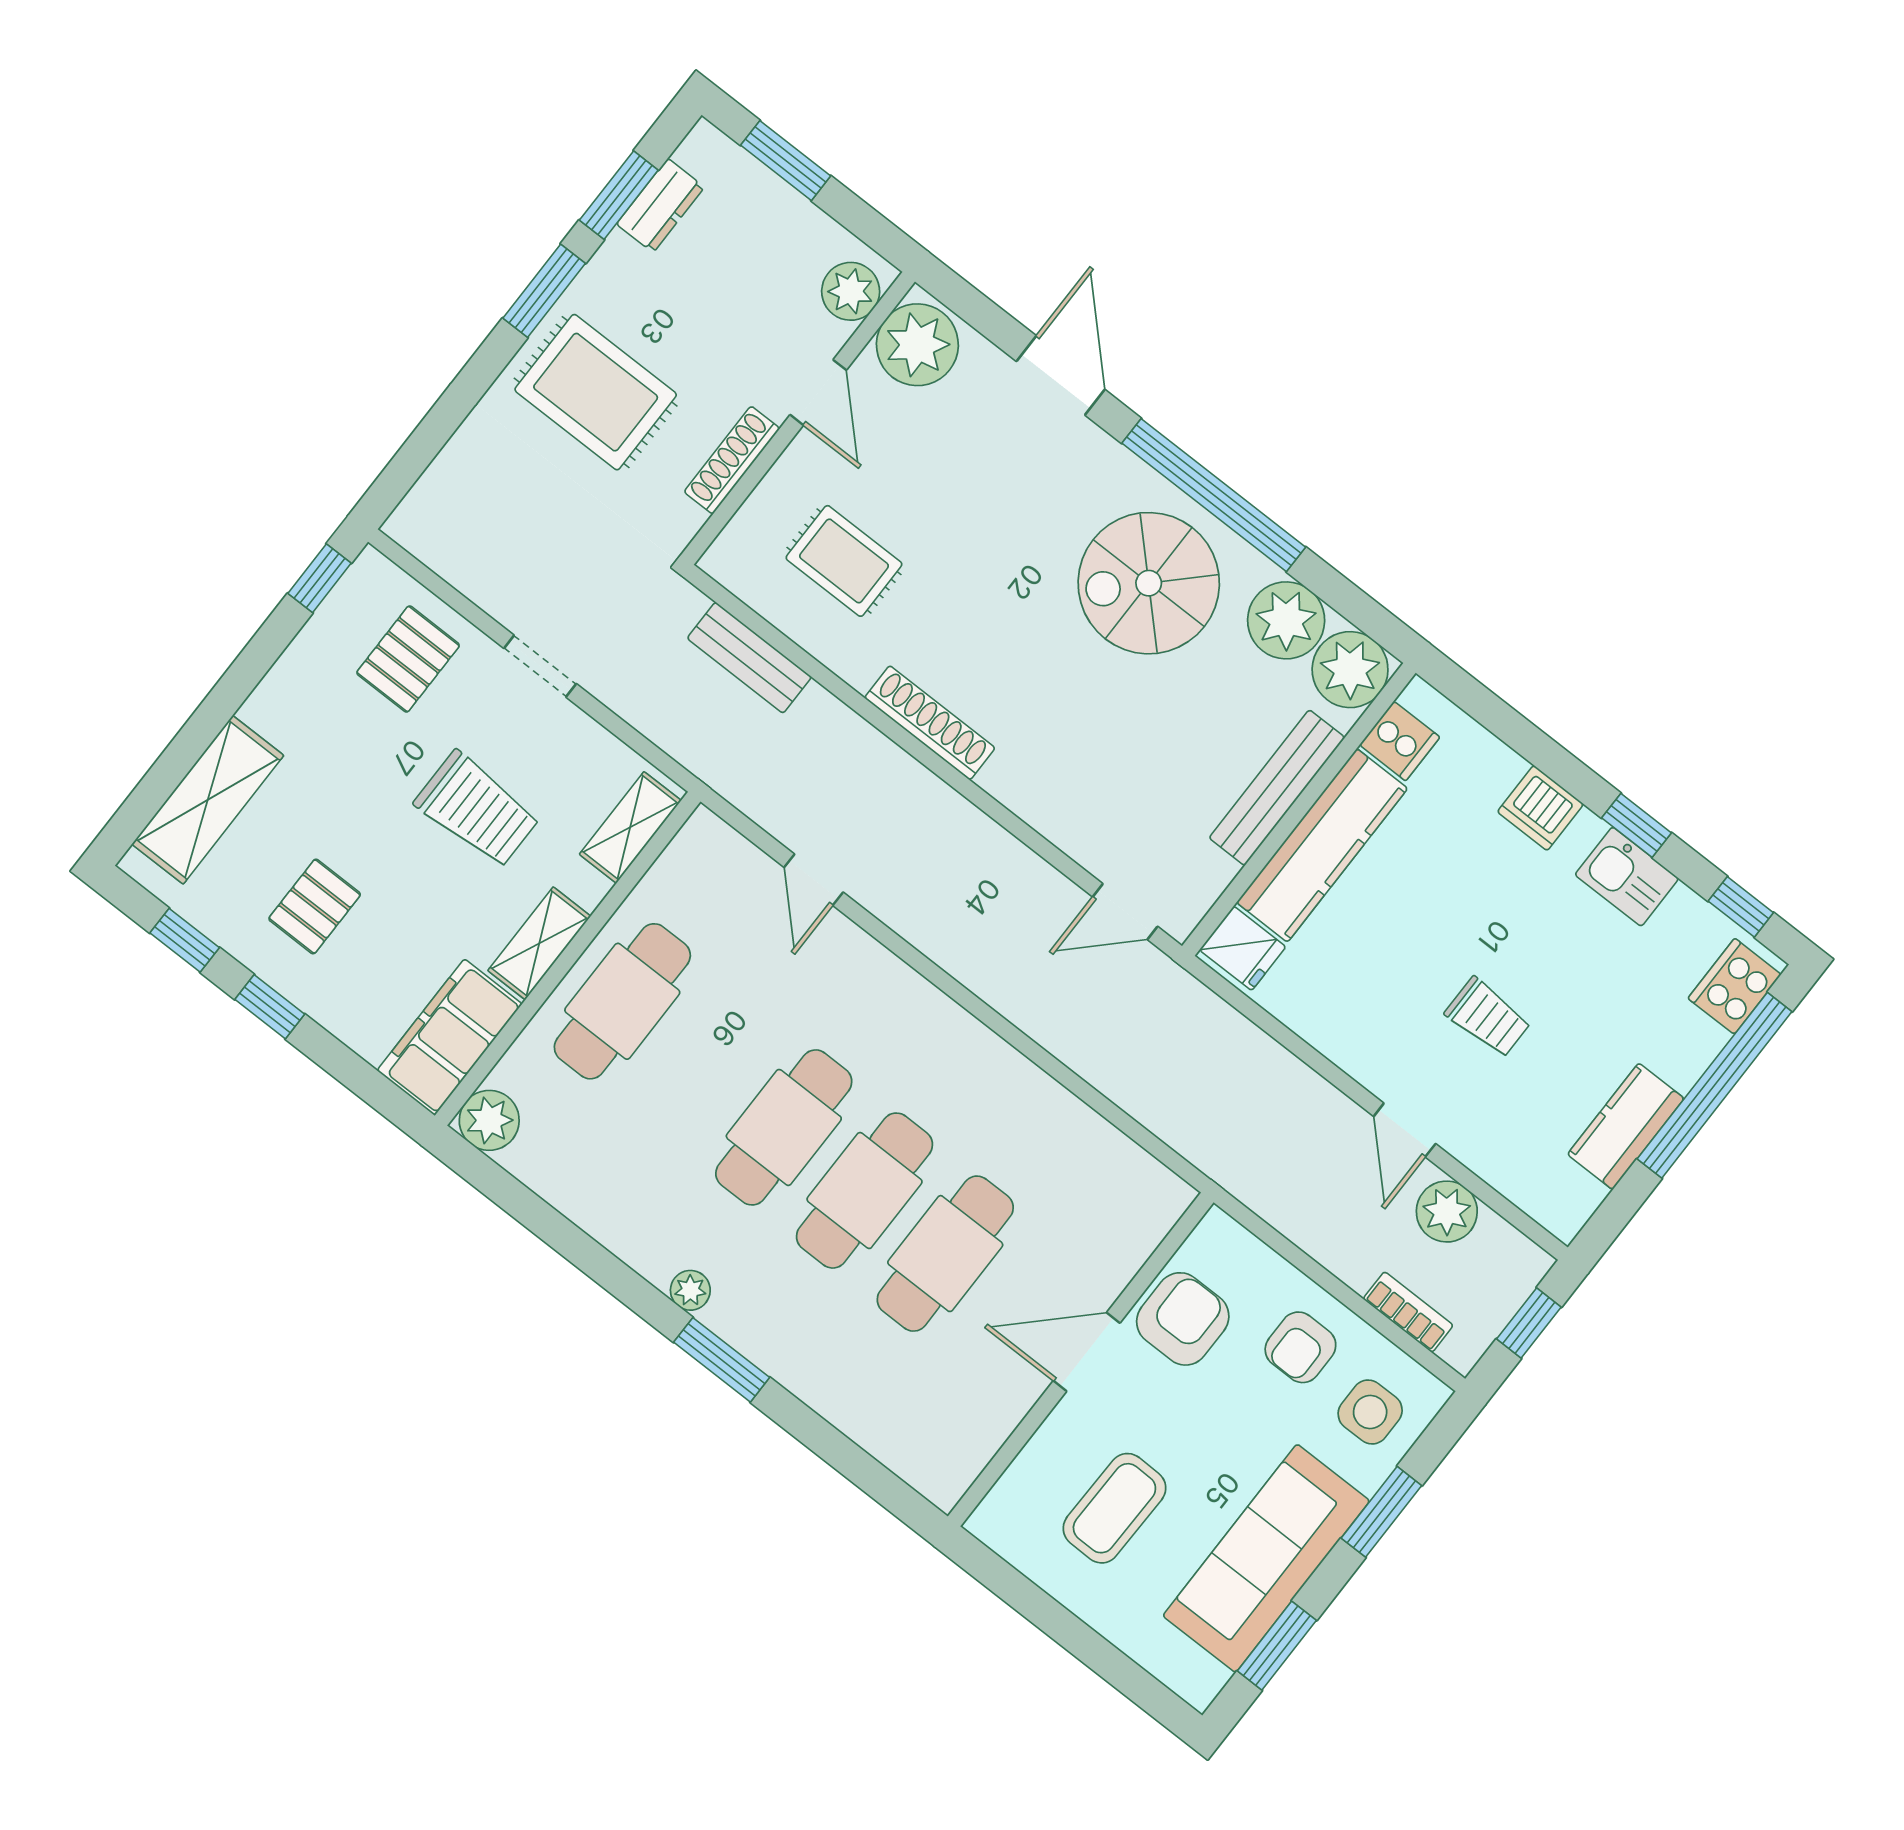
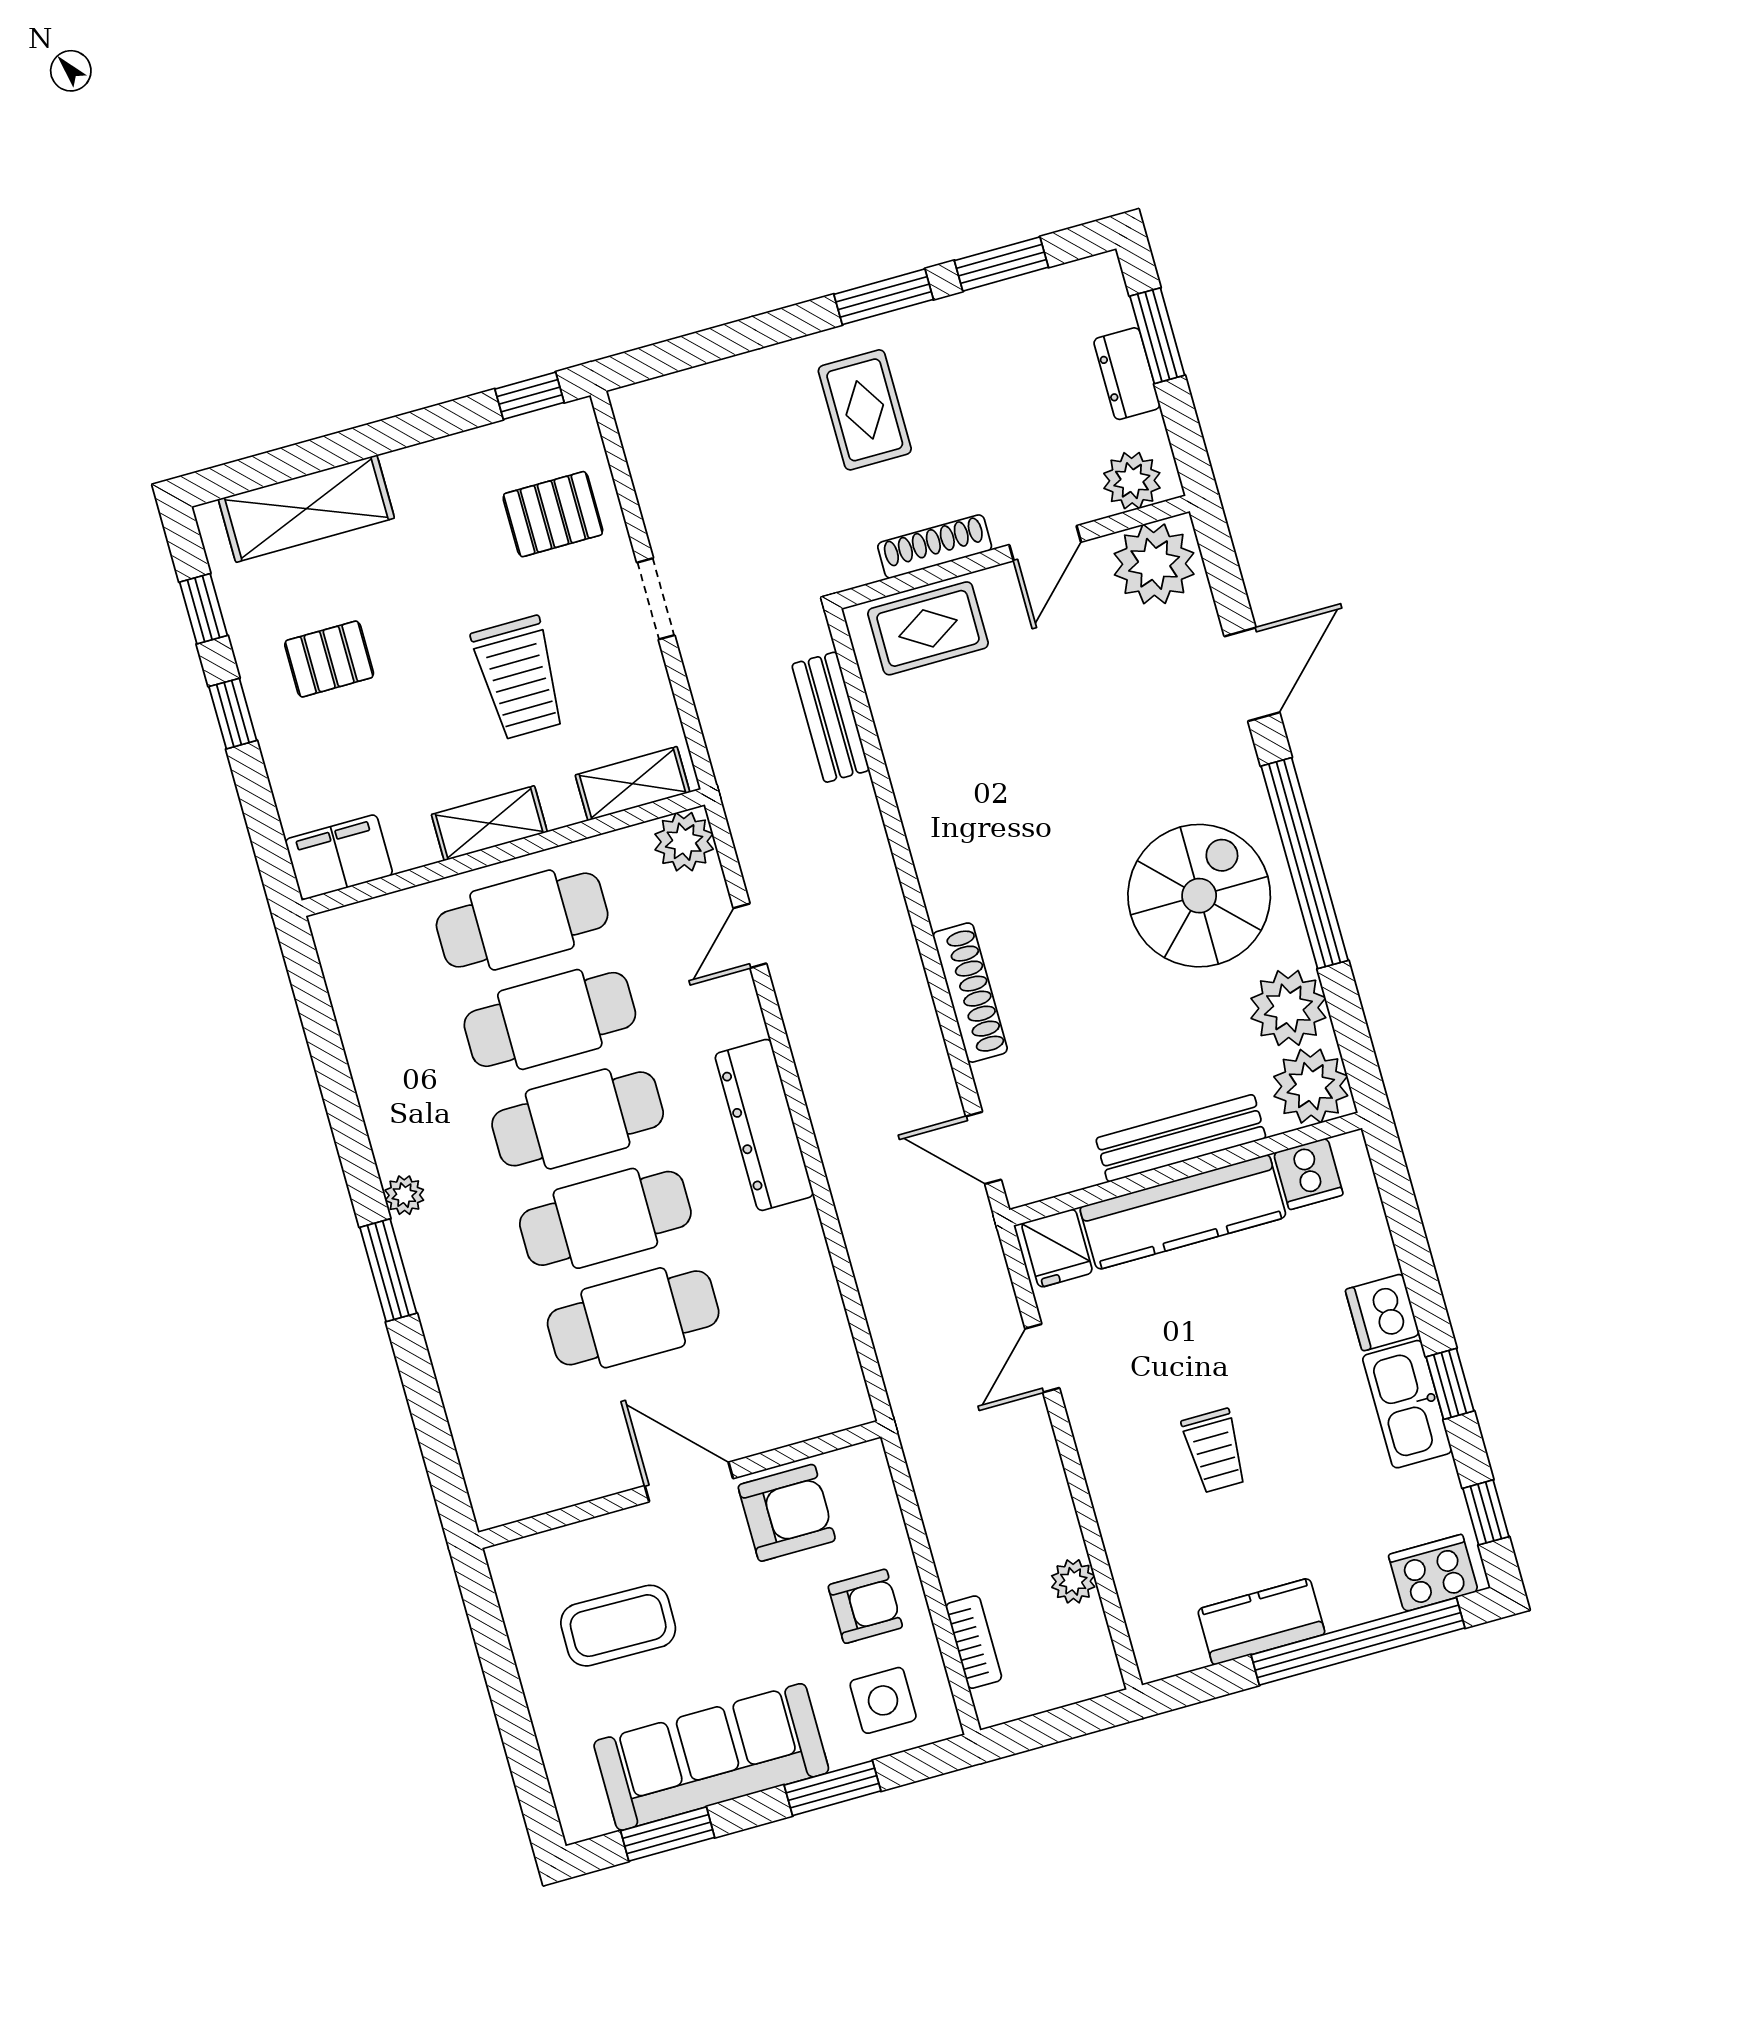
dresser: (660, 206) -> (1127, 374), moved, turned 90
rug: (596, 392) -> (865, 410), width x0.73, depth x0.70
rug: (844, 561) -> (928, 628), moved, turned 90
spiral stairs: (1149, 583) -> (1199, 896), turned 90
shoe rack: (930, 723) -> (970, 993), moved
kitchen sink: (1627, 877) -> (1407, 1404), width x1.38
dresser: (936, 1022) -> (764, 1125), added
filing cabinet: (450, 1037) -> (339, 857), width x0.67, depth x0.86
cafe table: (703, 1064) -> (550, 1019), added
plant: (489, 1120) -> (684, 842), moved
door: (1405, 1130) -> (1042, 1358), moved
plant: (1447, 1212) -> (1073, 1581), width x0.73, depth x0.73
window: (1529, 1323) -> (1065, 1723), removed
armchair: (1300, 1347) -> (865, 1606), turned 180

